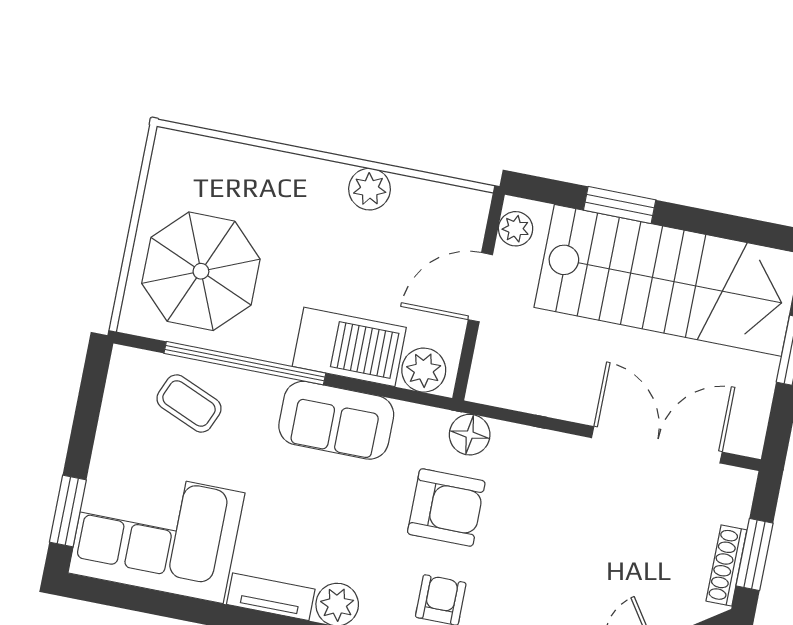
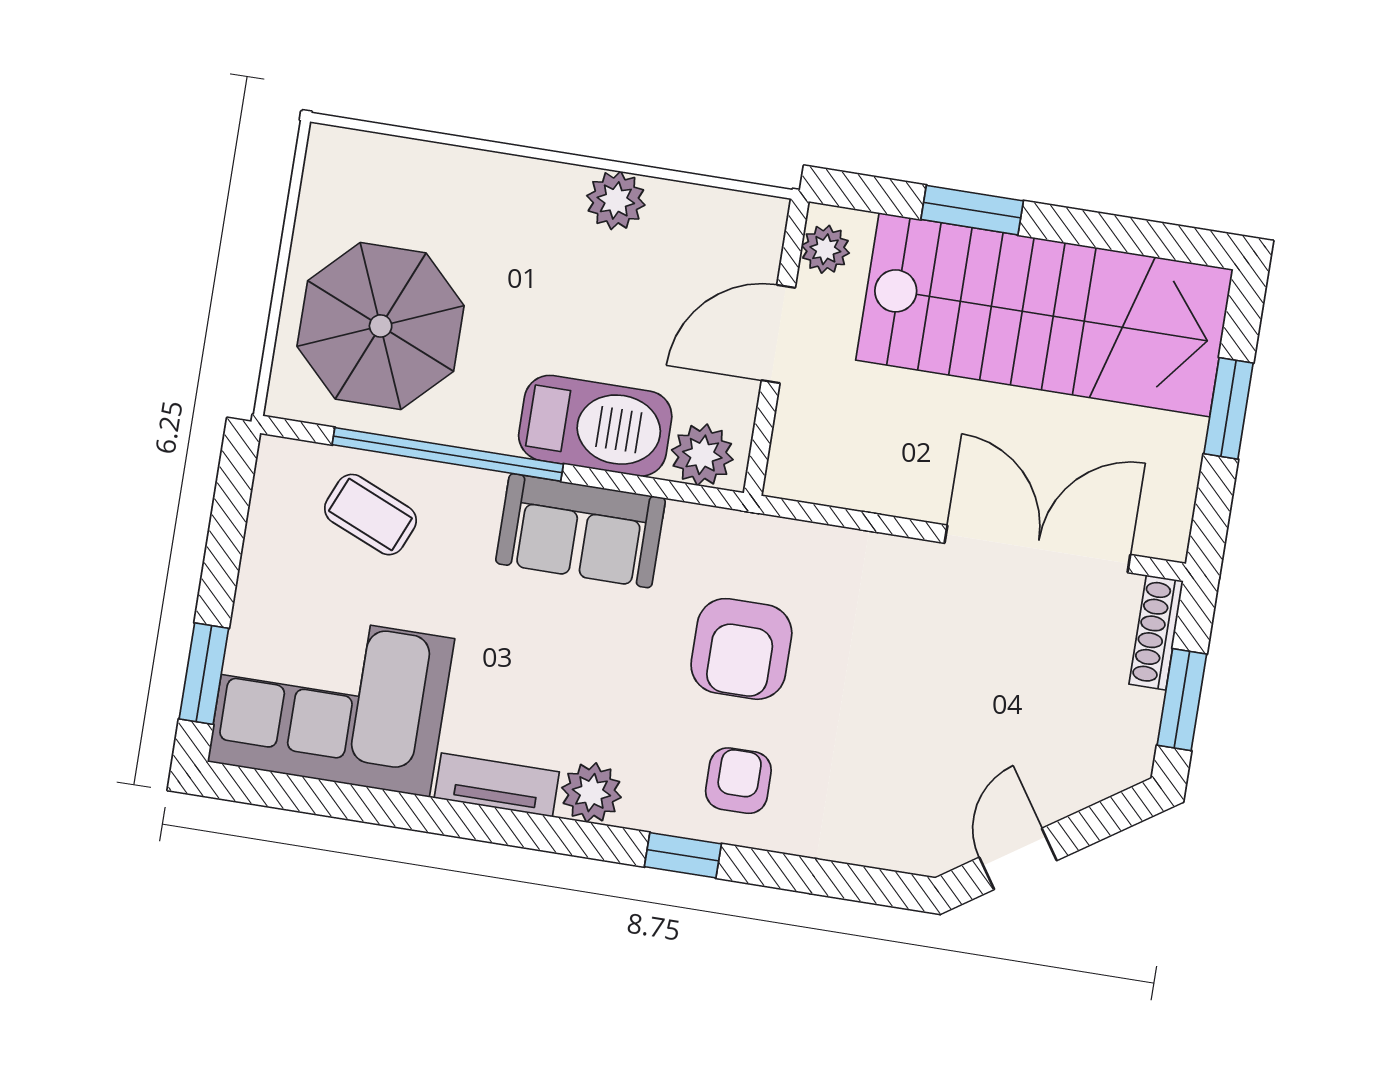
floor lamp: (470, 435) -> (771, 544), removed
armchair: (446, 507) -> (741, 649), turned 90
shoe rack: (726, 565) -> (1156, 633), moved

